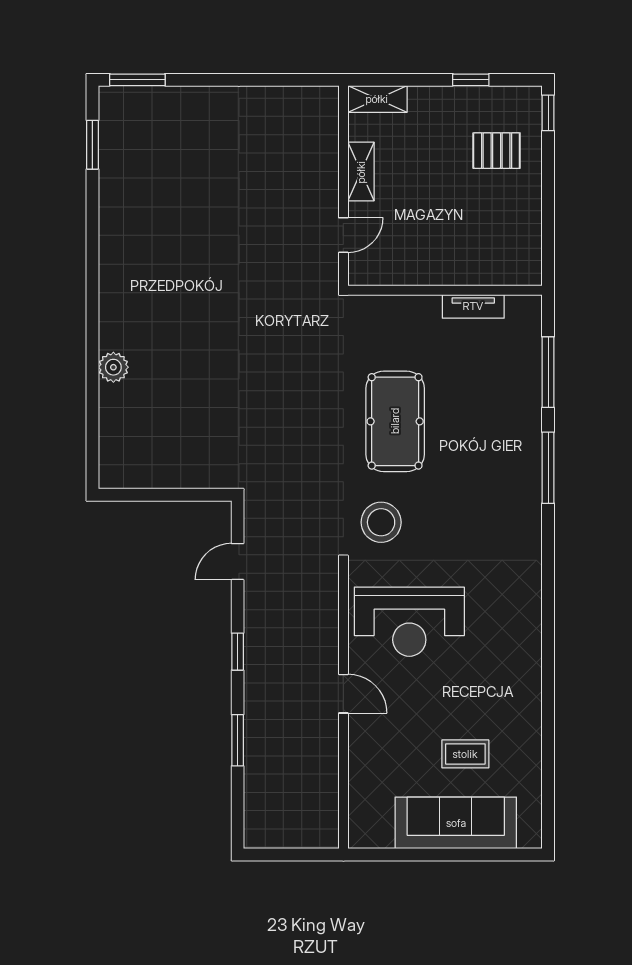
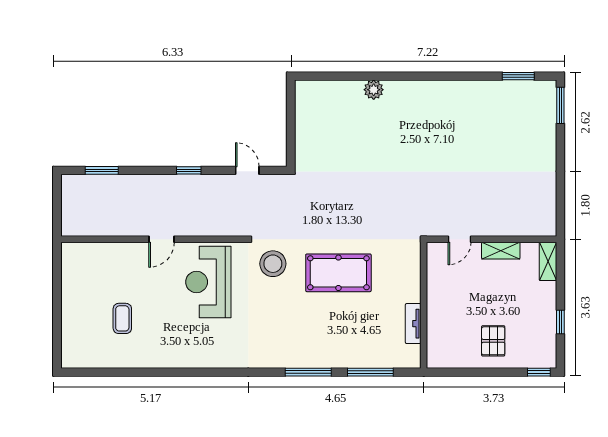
pallet: (497, 151) -> (493, 341), moved
door: (343, 235) -> (459, 239), hinge flipped
window: (238, 740) -> (102, 170), moved
sofa: (456, 823) -> (78, 312), removed

